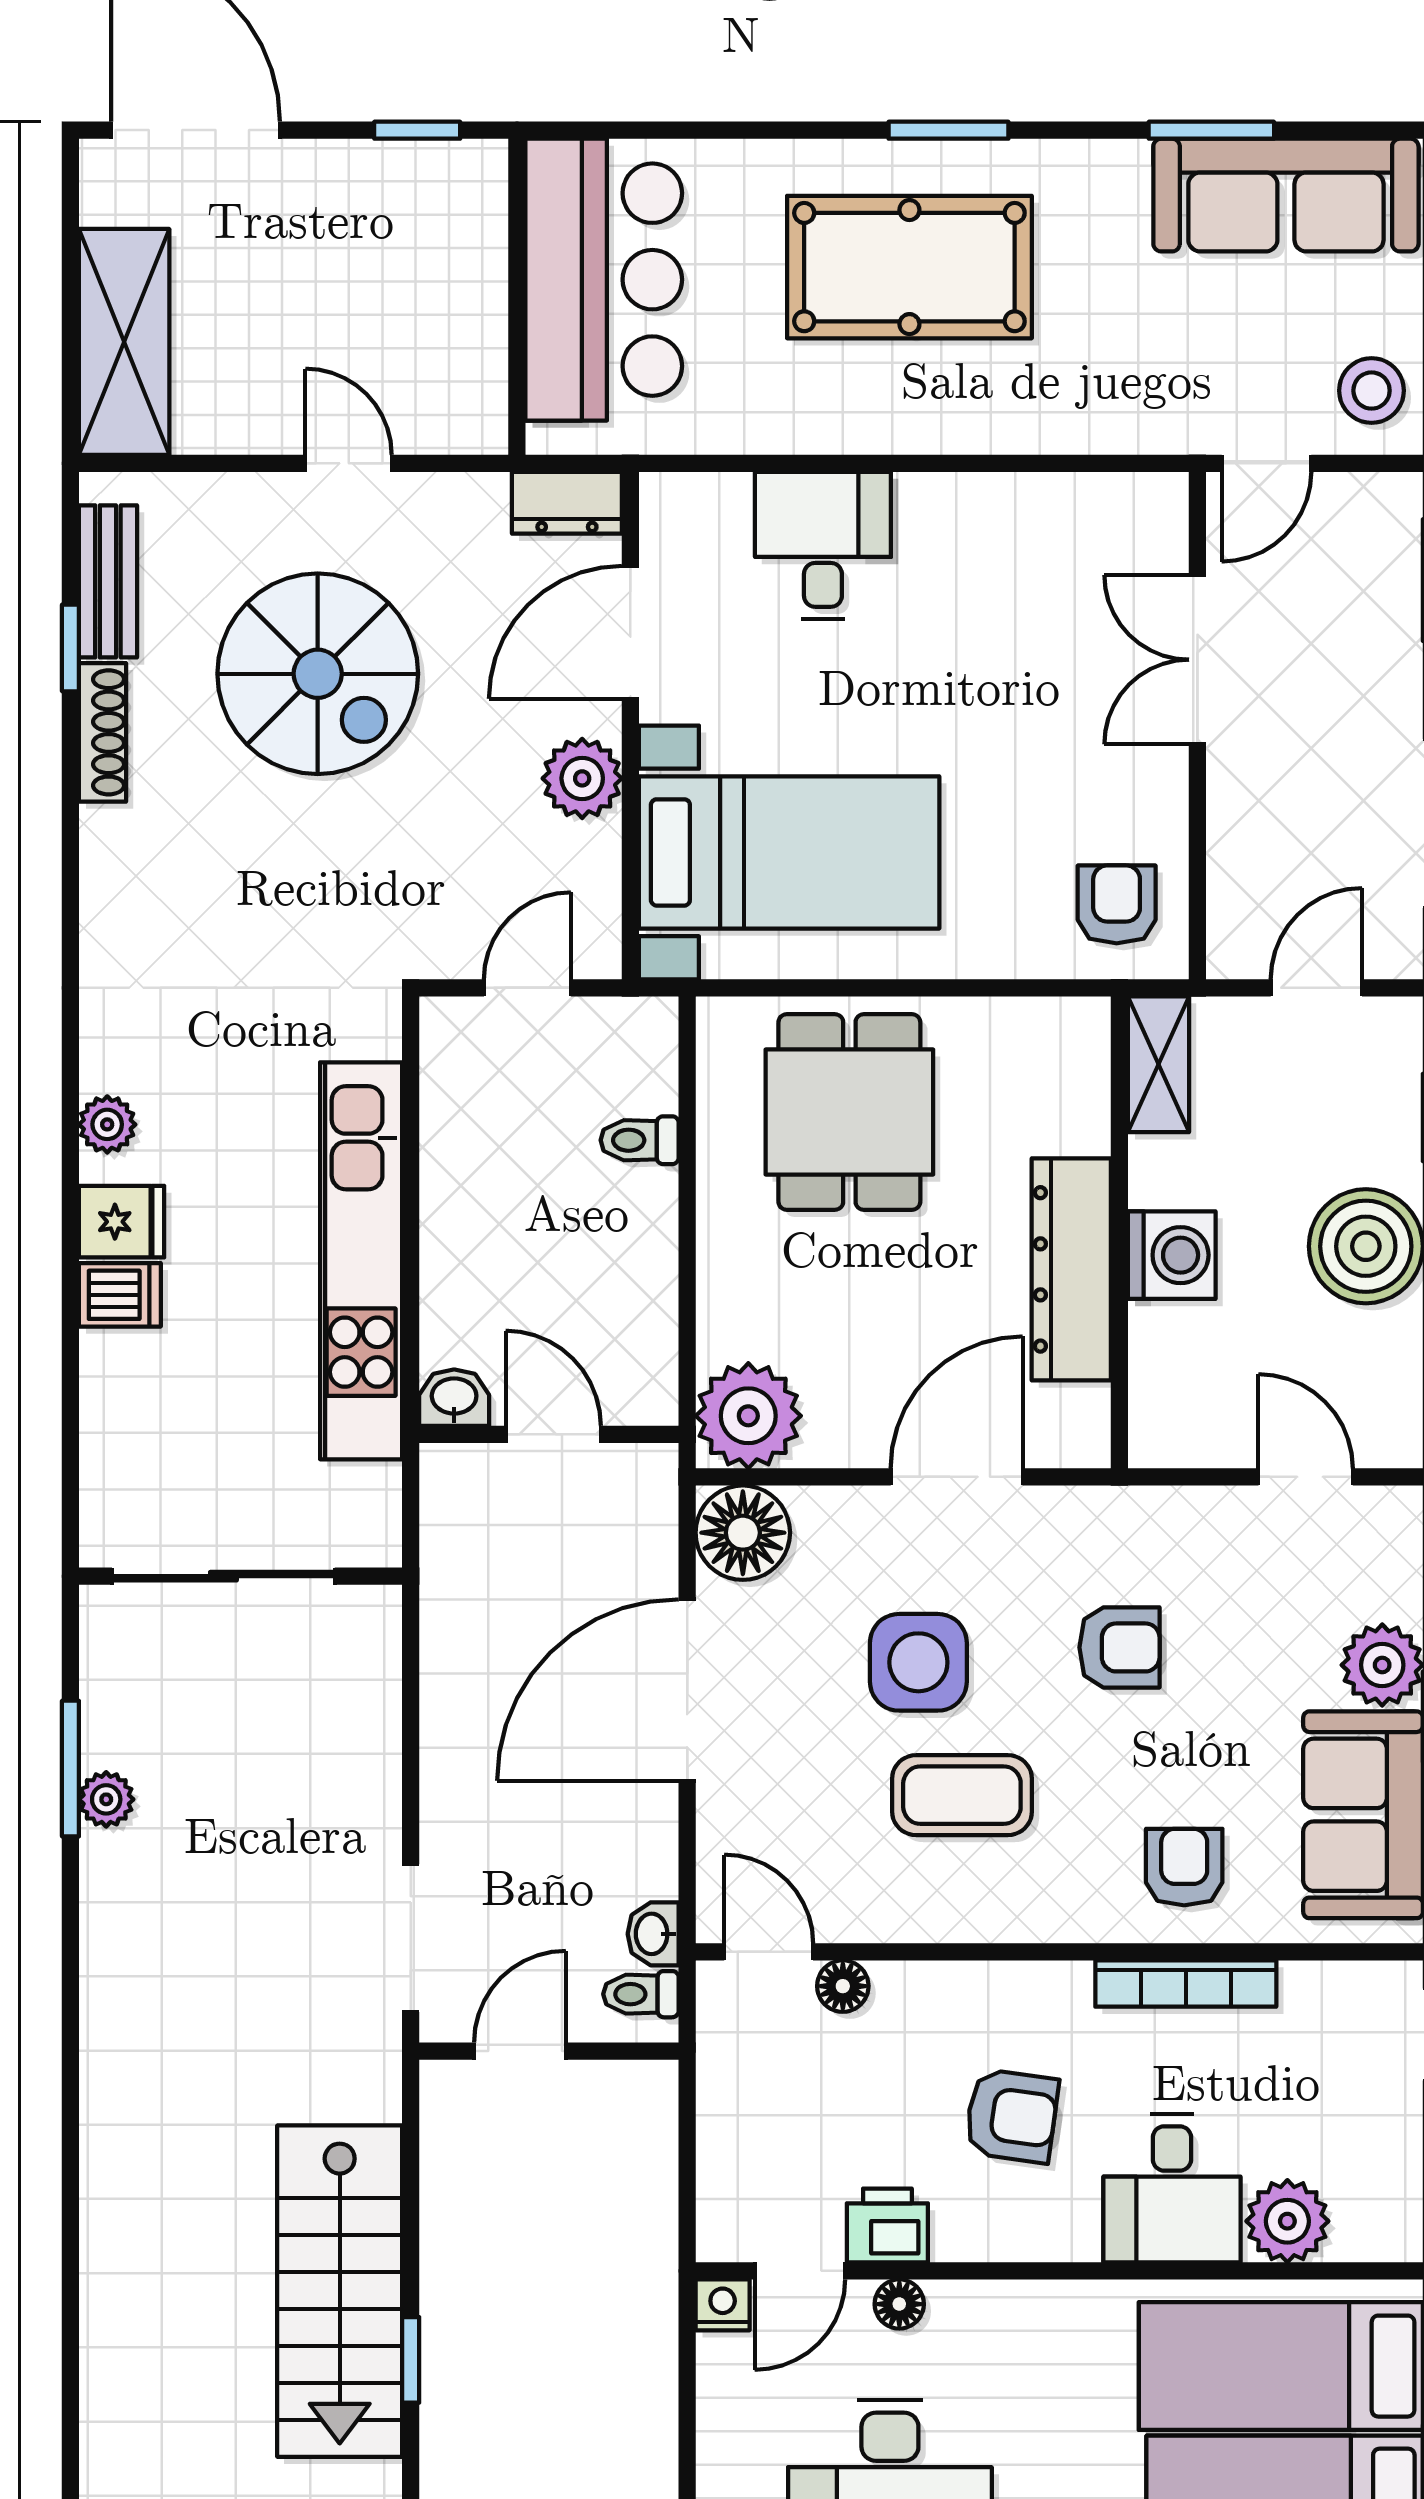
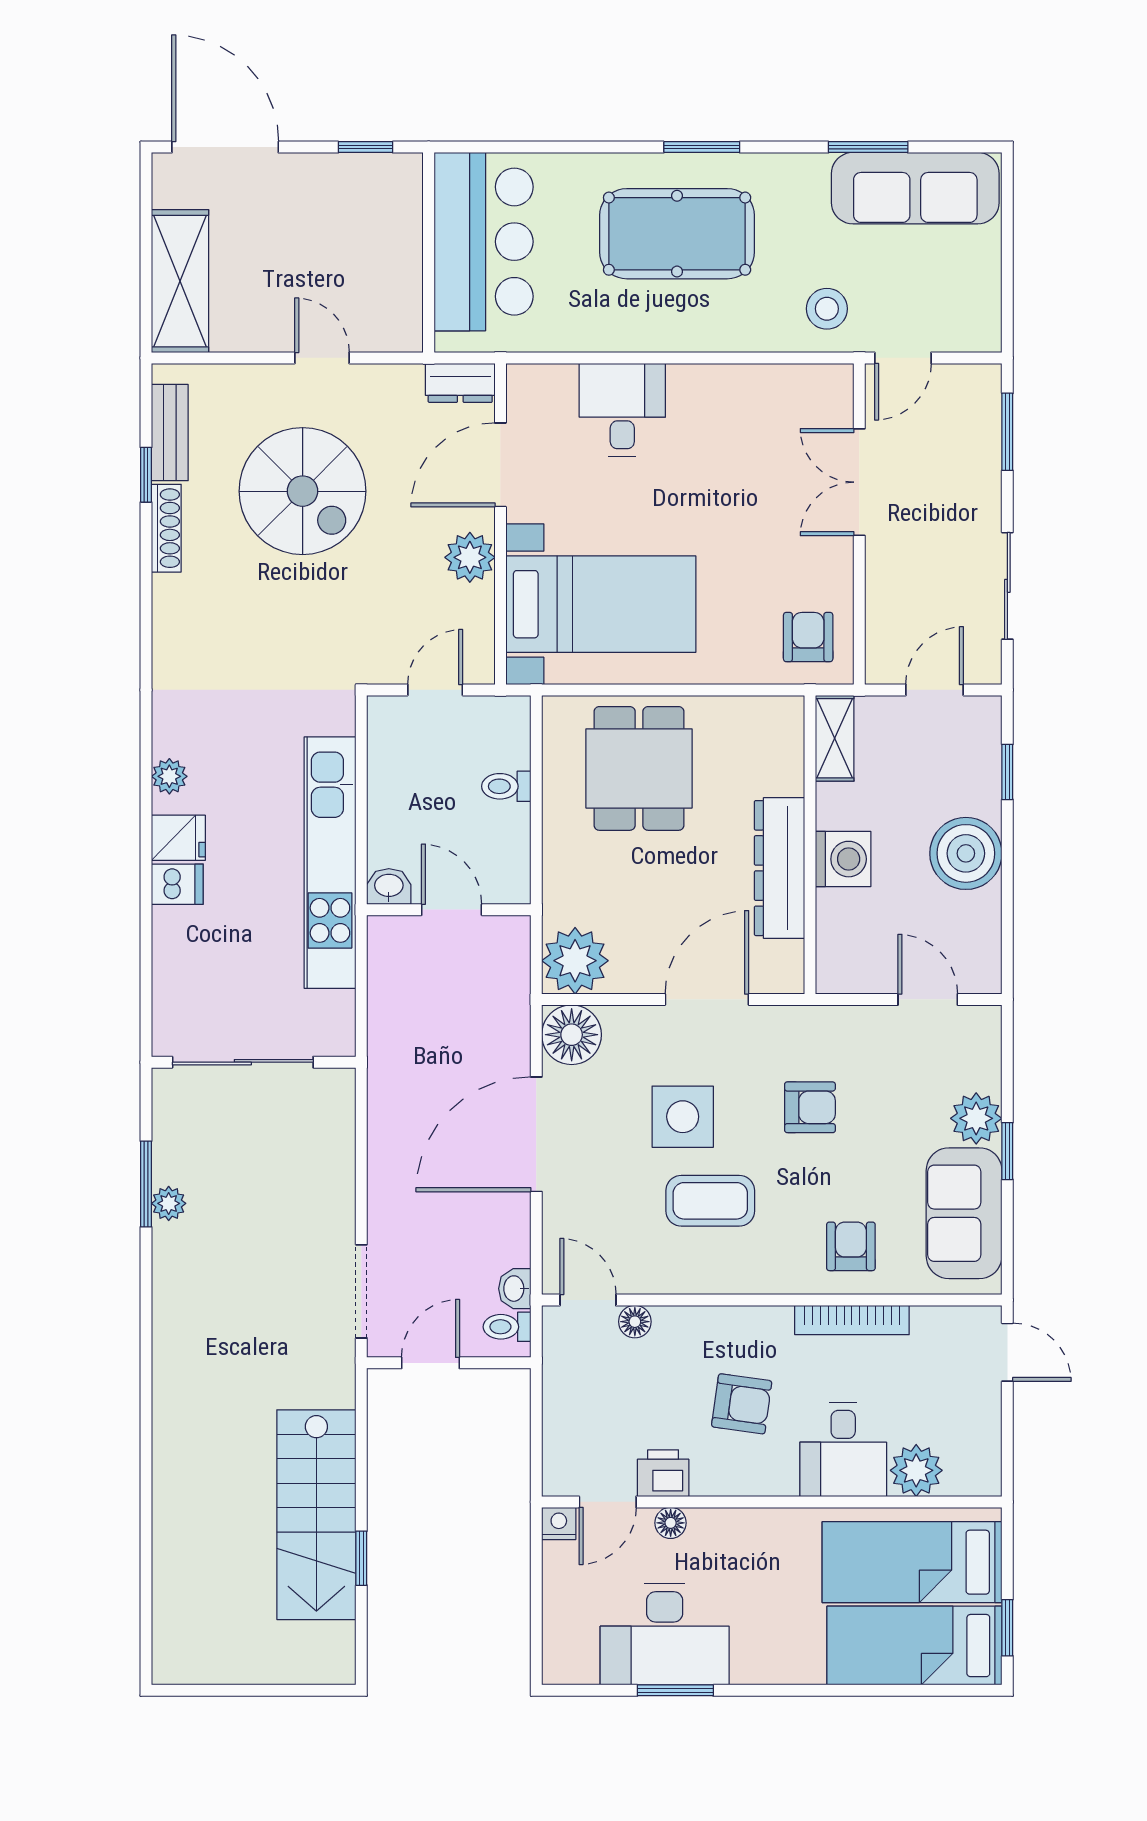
stool: (1372, 391) -> (827, 309), moved
washbasin: (454, 1398) -> (389, 886), moved
wall: (549, 1434) -> (449, 910), moved
door: (553, 1434) -> (452, 910), moved

